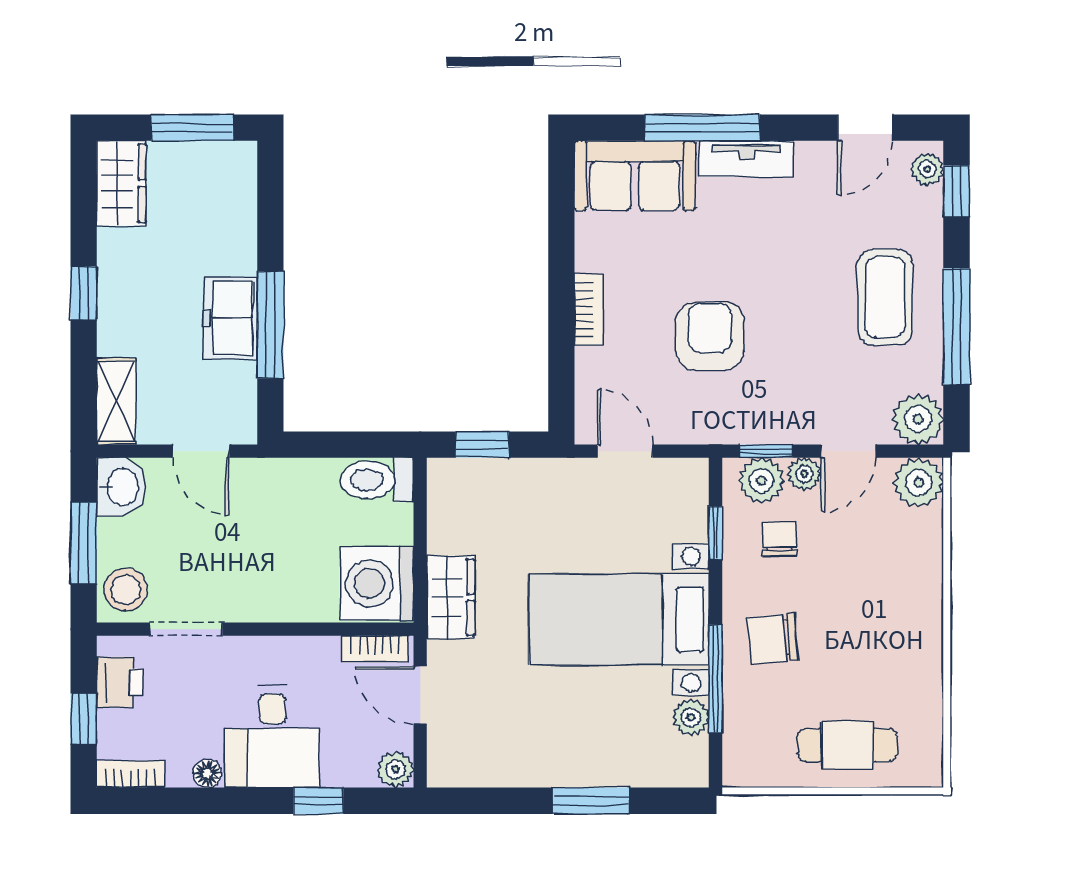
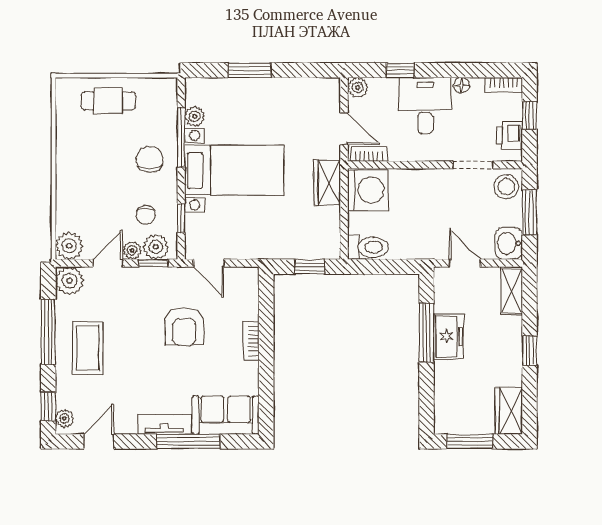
door: (625, 451) -> (209, 263), moved
chair: (773, 639) -> (150, 160), turned -85

